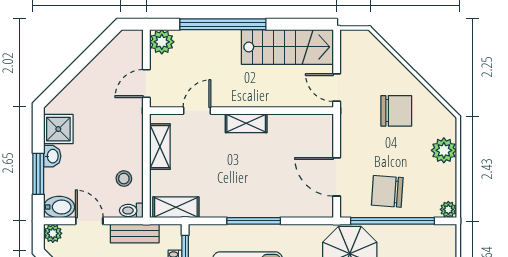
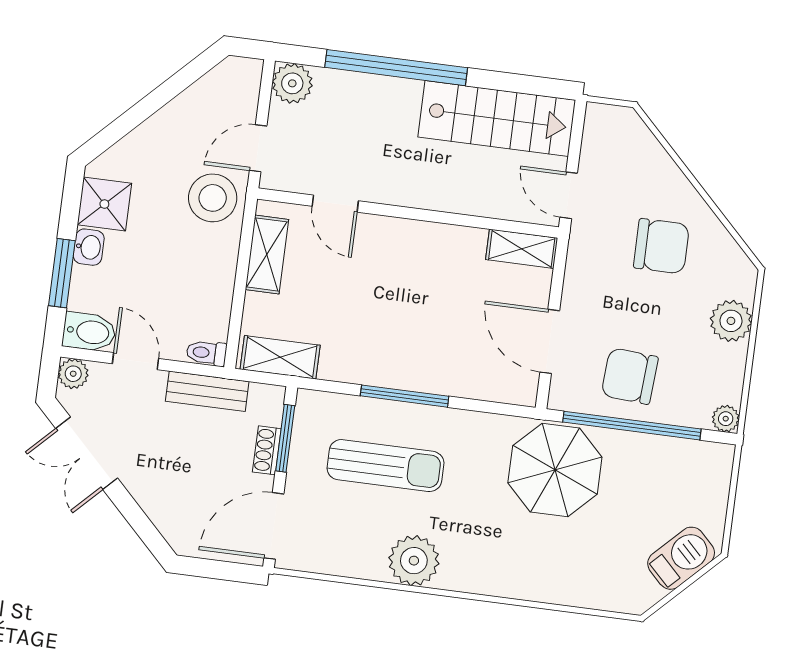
door: (197, 111) -> (335, 204), swing flipped
shelving: (246, 123) -> (522, 249), moved
stool: (124, 179) -> (213, 198), moved, width x1.89, depth x1.89

